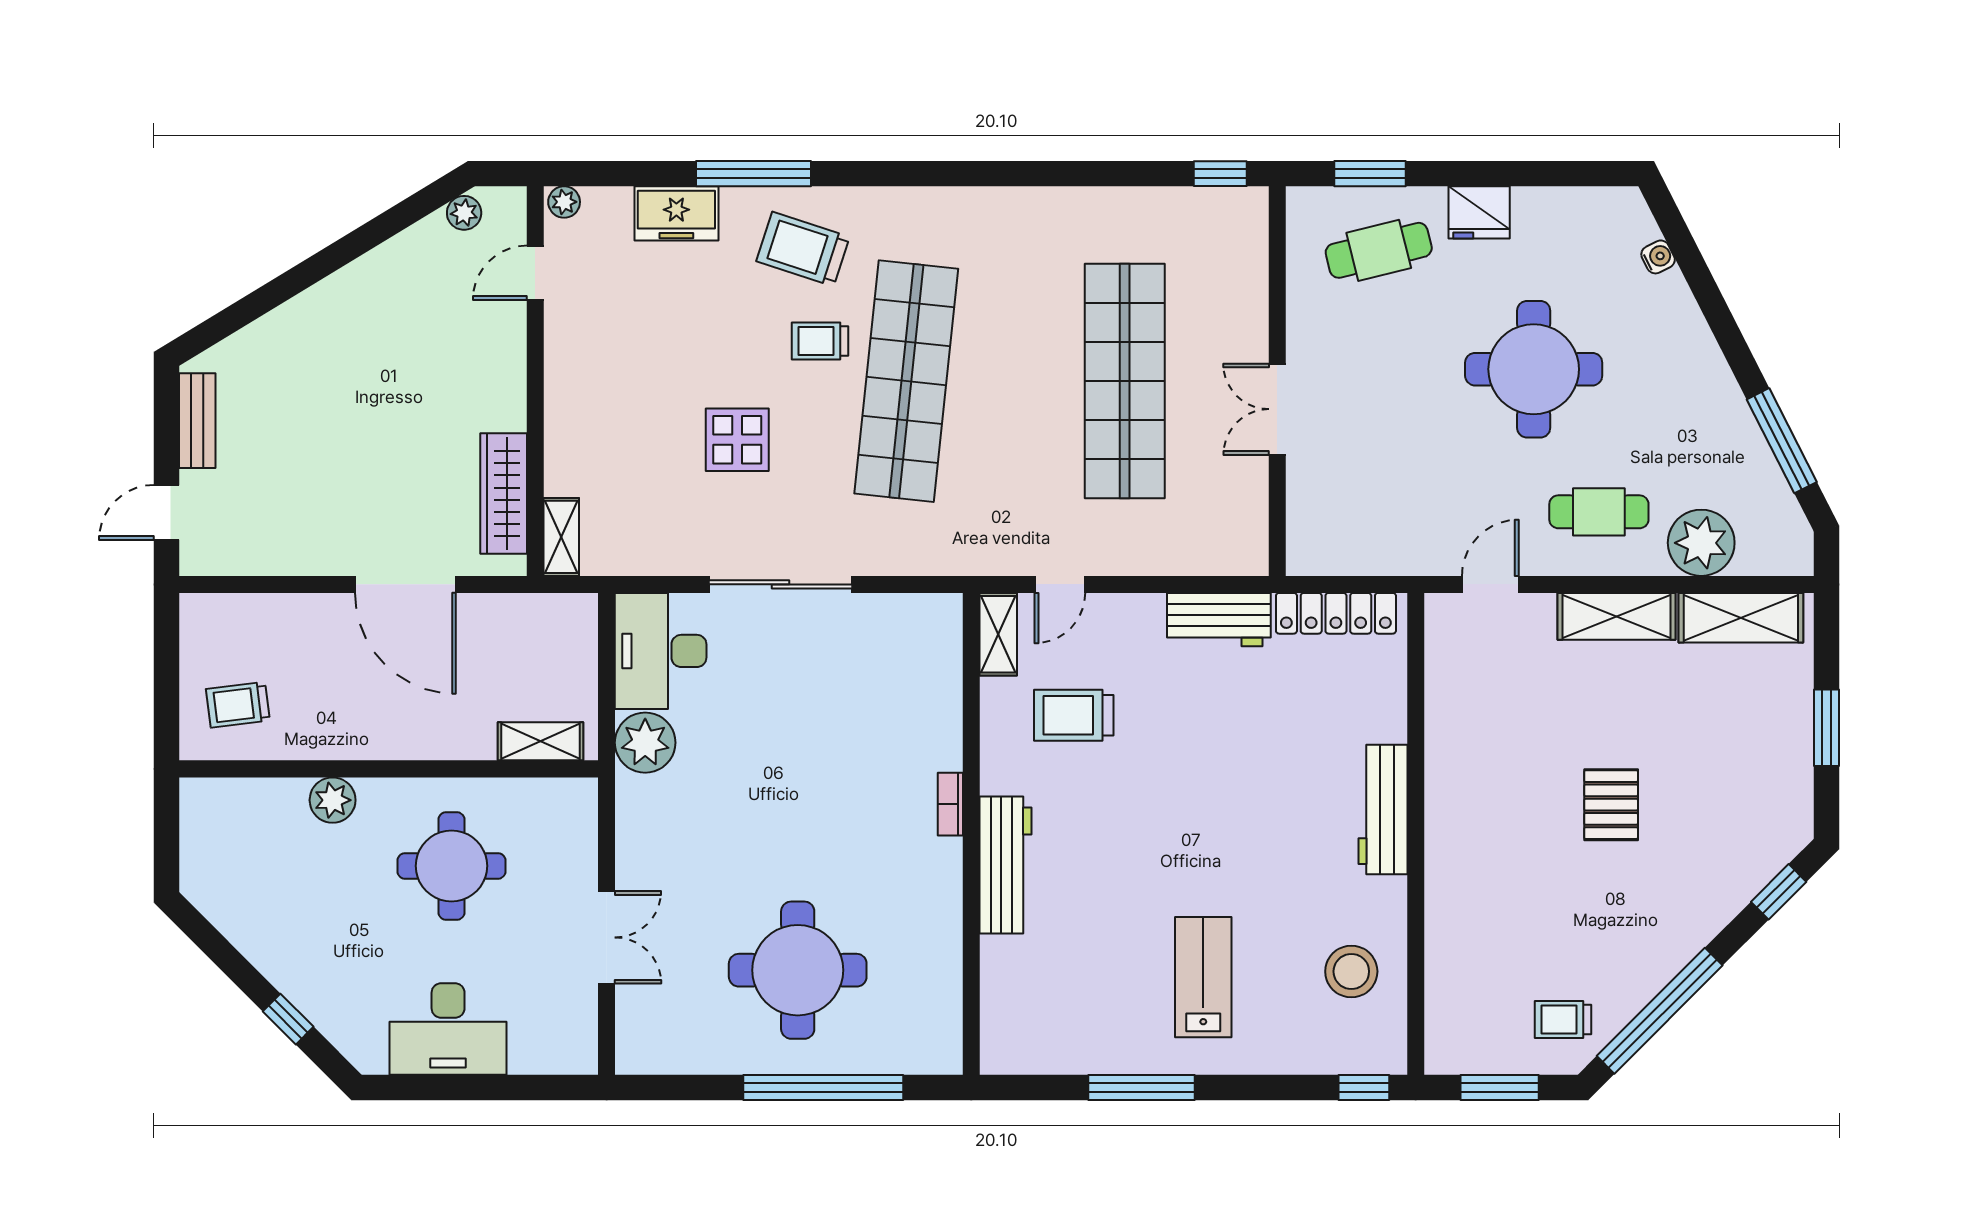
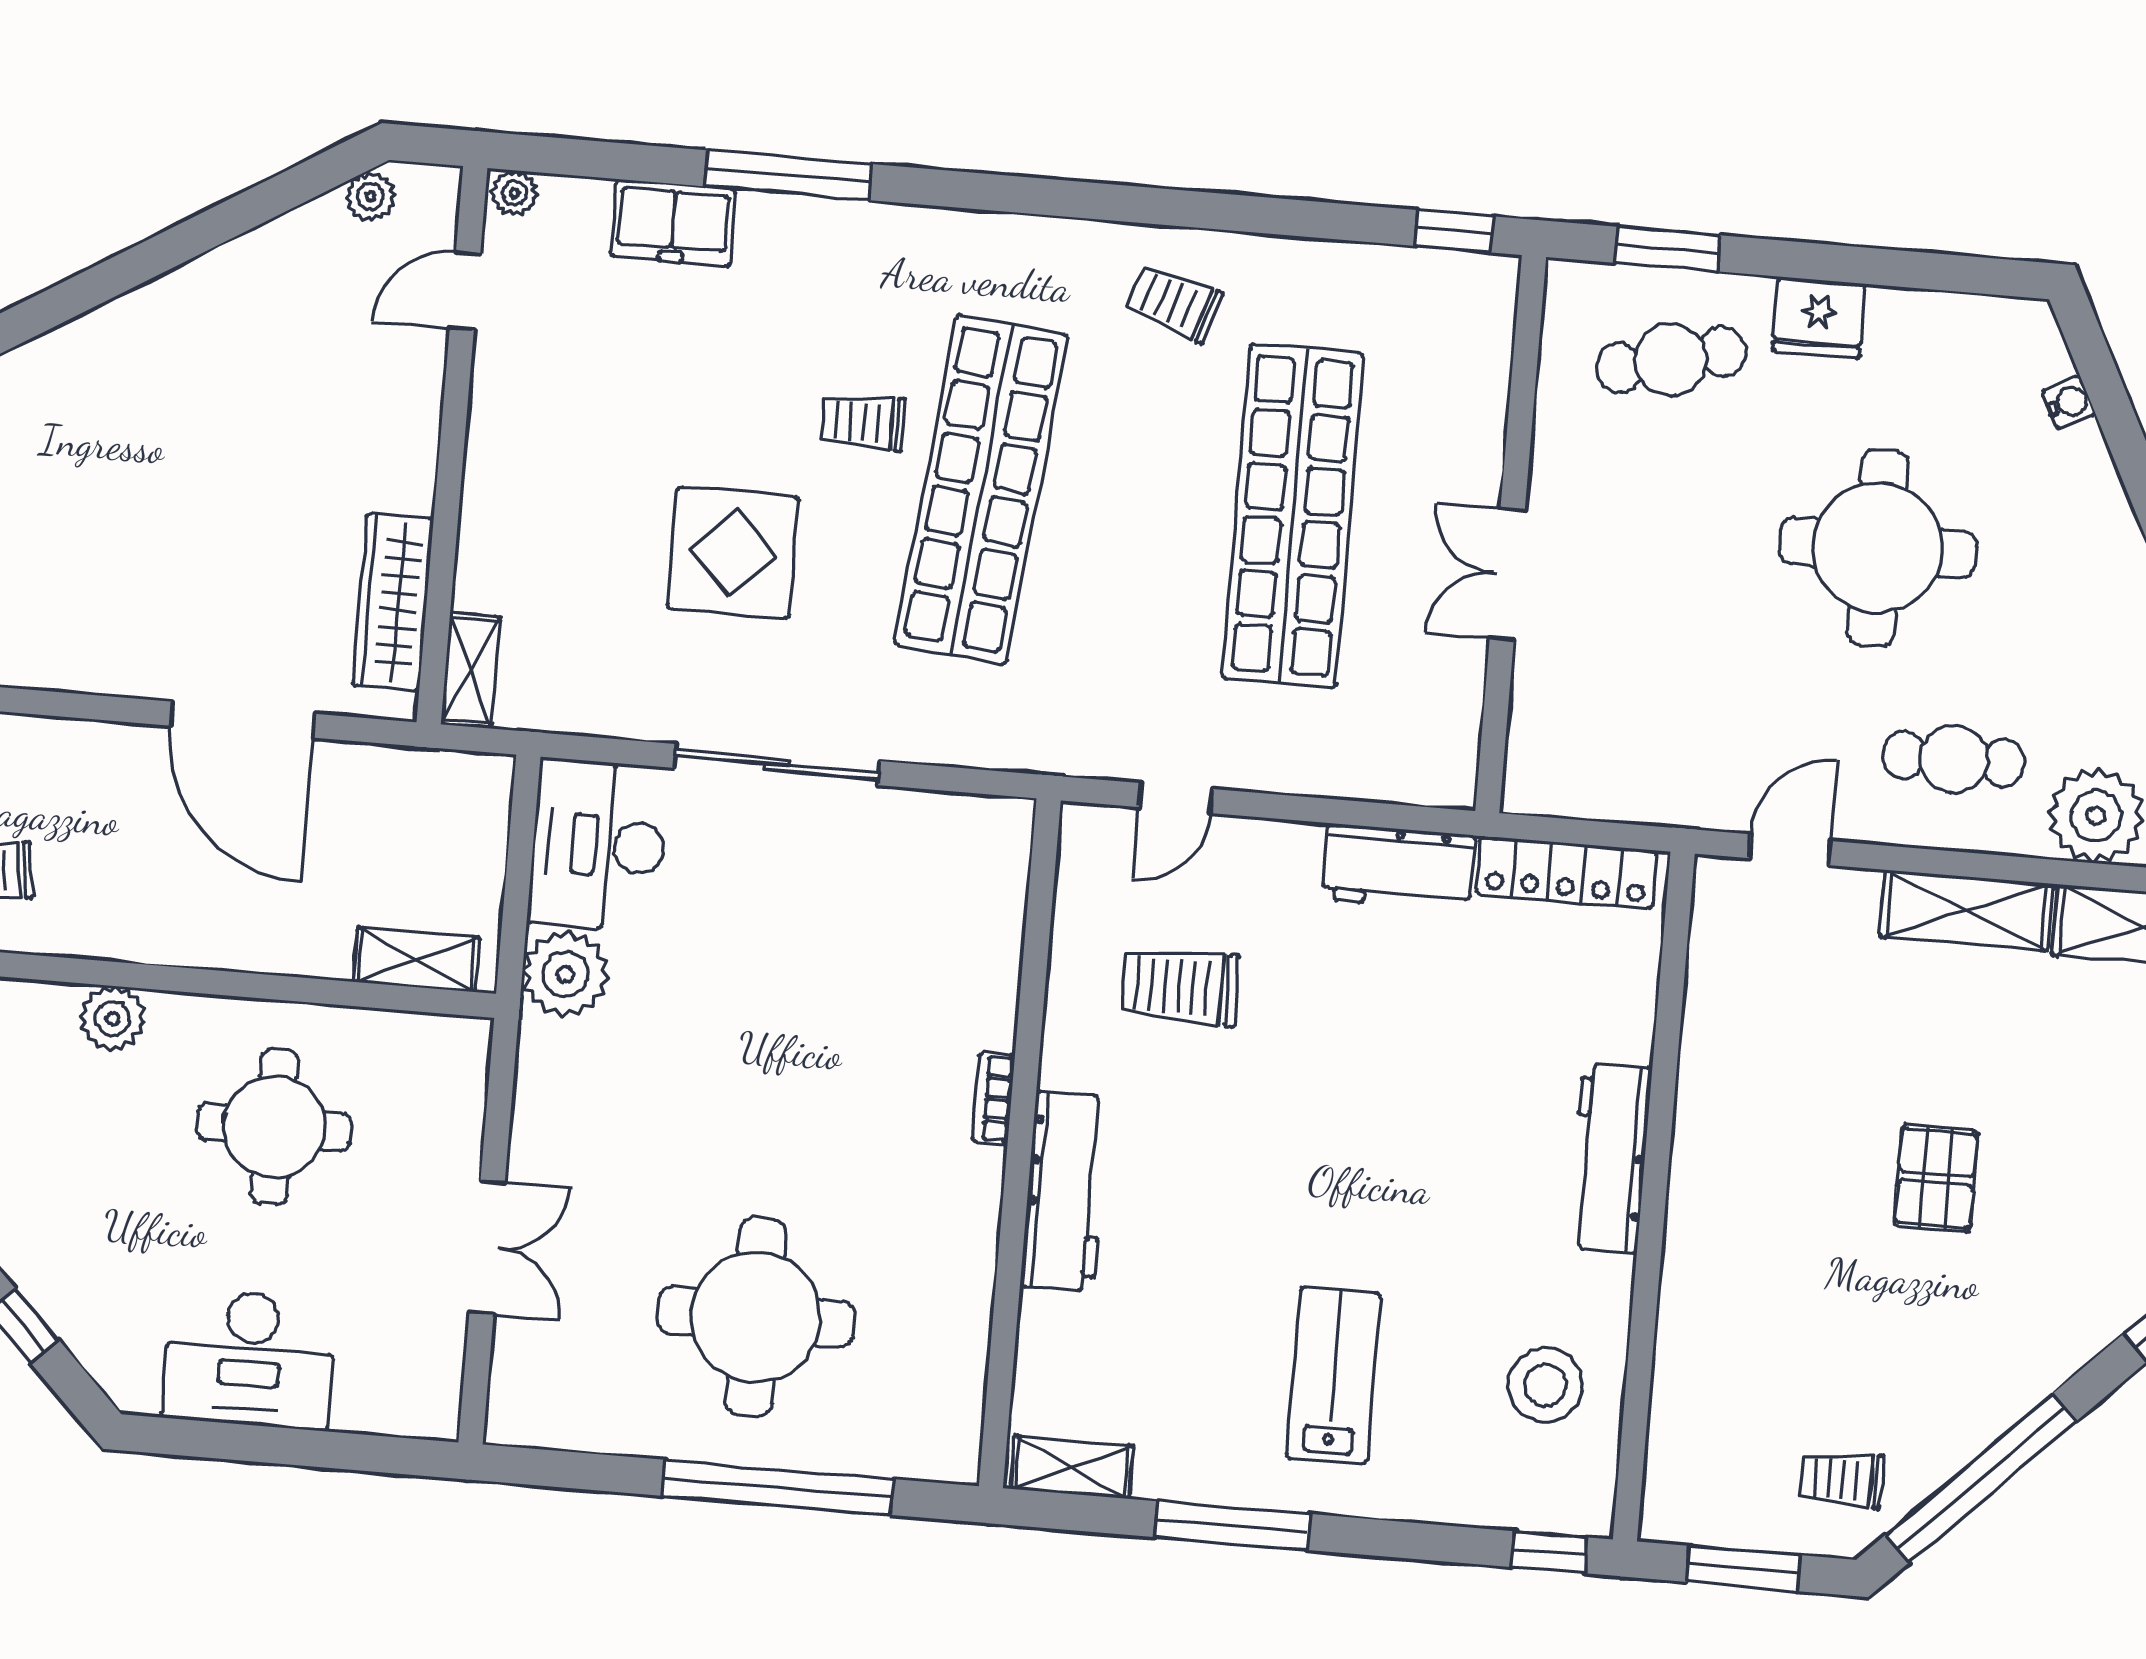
trolley: (803, 249) -> (1174, 303), moved, width x0.73, depth x0.72
display table: (737, 440) -> (733, 553), width x1.36, depth x1.36
shelving: (998, 634) -> (1072, 1467), moved, turned 90

